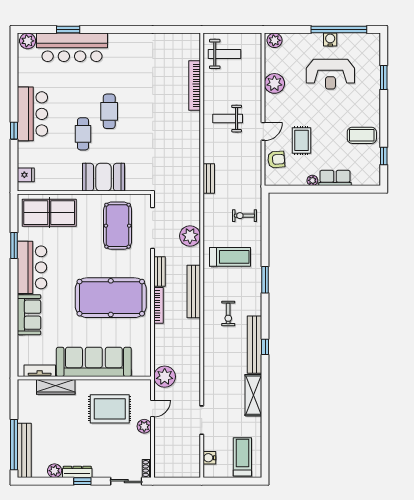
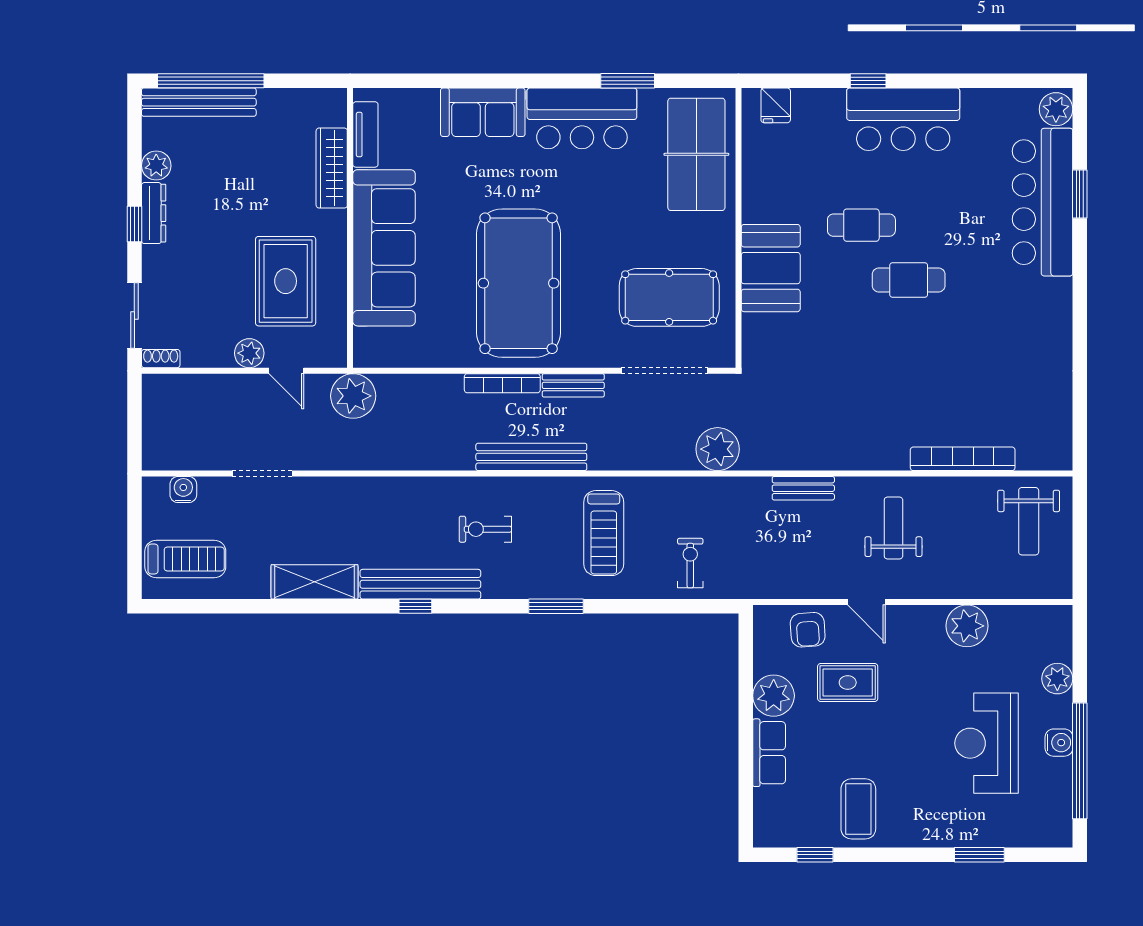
plant: (275, 40) -> (1057, 679), moved
bench: (209, 179) -> (803, 488), moved
plant: (312, 180) -> (774, 696), width x1.87, depth x1.87
plant: (190, 236) -> (718, 449), moved

